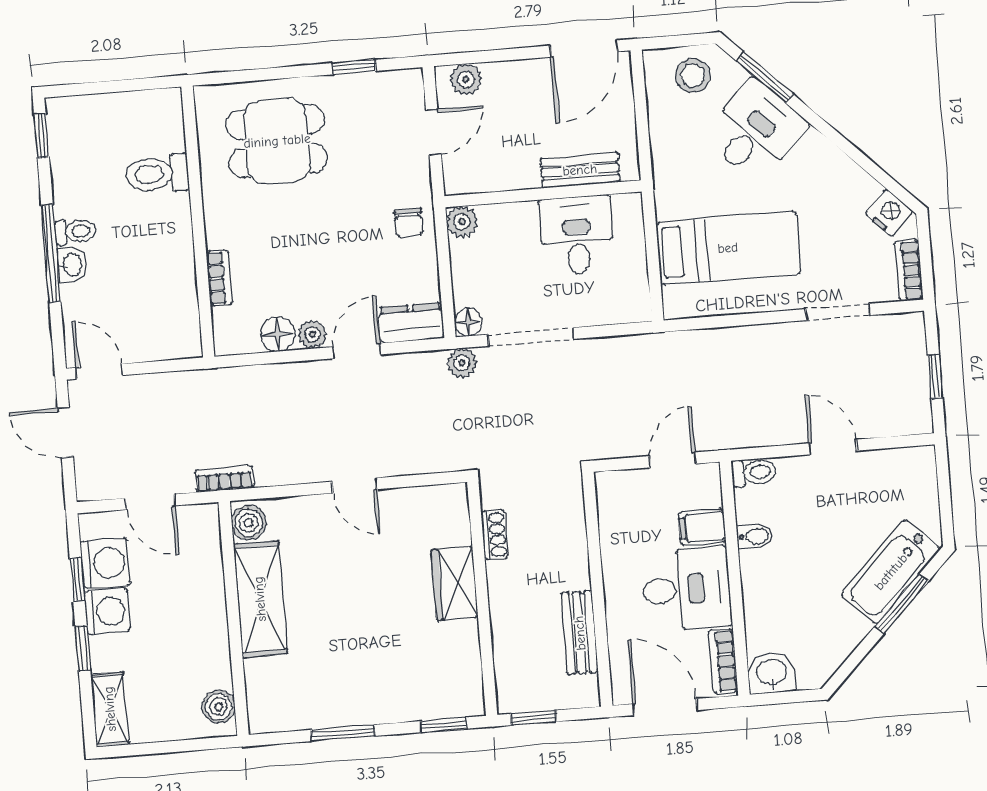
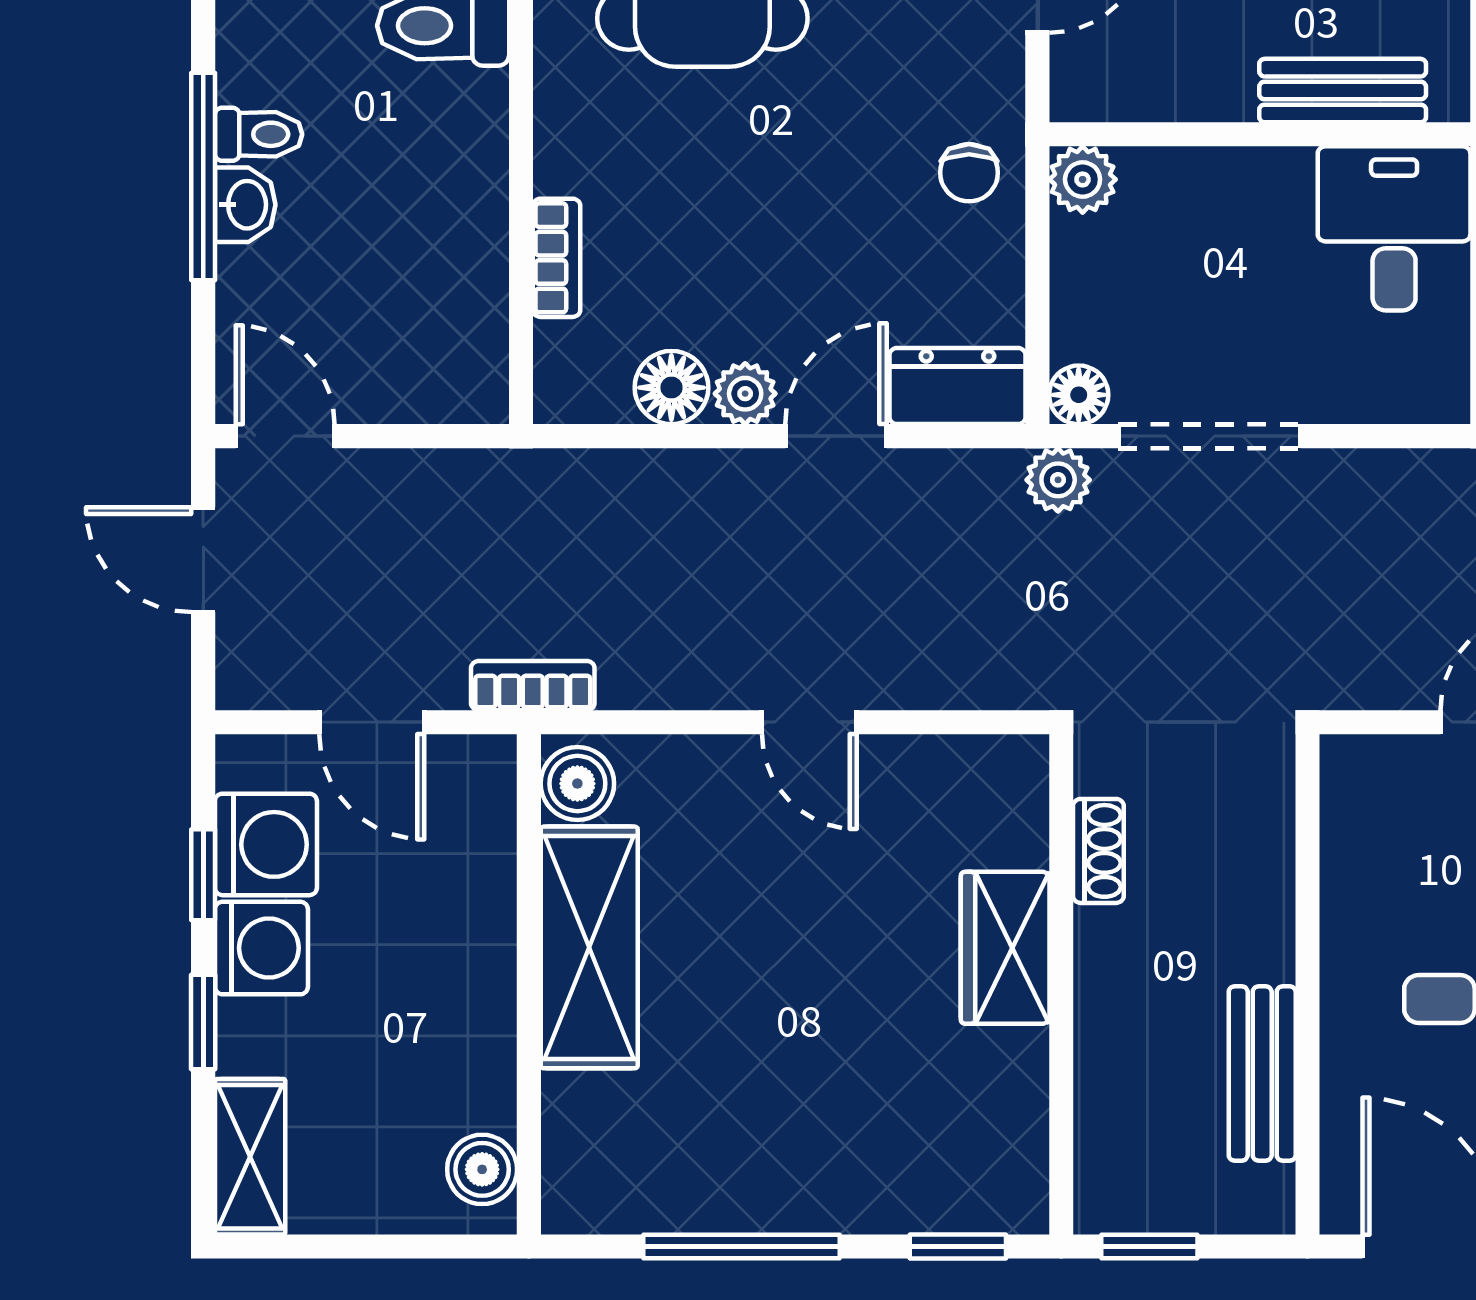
desk: (577, 235) -> (1394, 228), moved
window: (343, 733) -> (742, 1247), width x1.44

